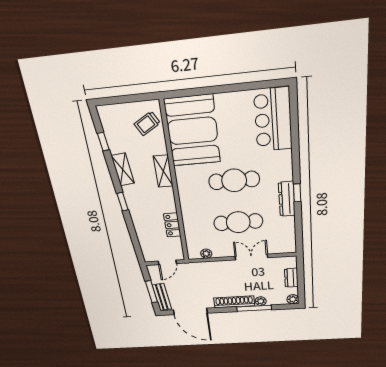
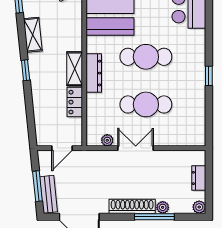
shelving: (163, 171) -> (75, 69), moved
dresser: (287, 199) -> (94, 73), moved, turned 180
double door: (251, 257) -> (136, 148), moved

